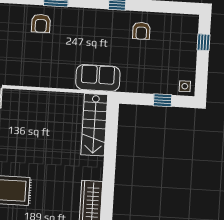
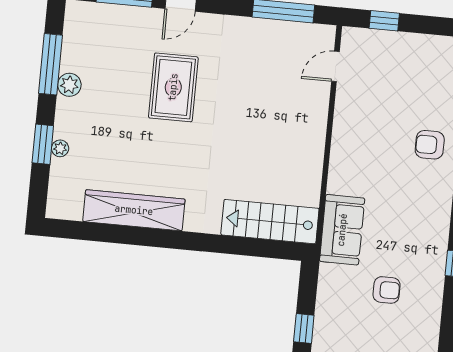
armchair: (141, 31) -> (387, 290), moved, turned 180

